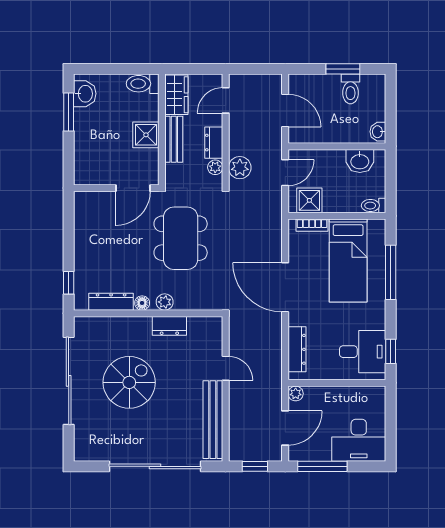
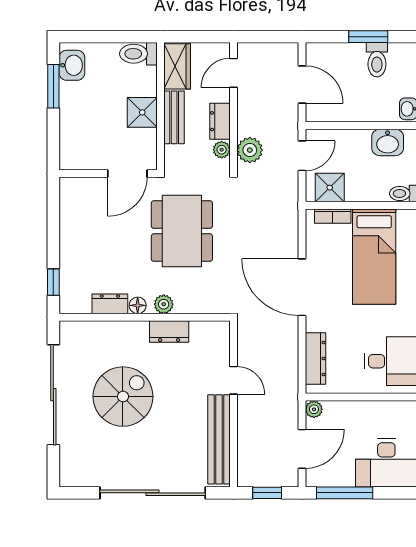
dresser: (111, 302) -> (110, 304), width x0.70

